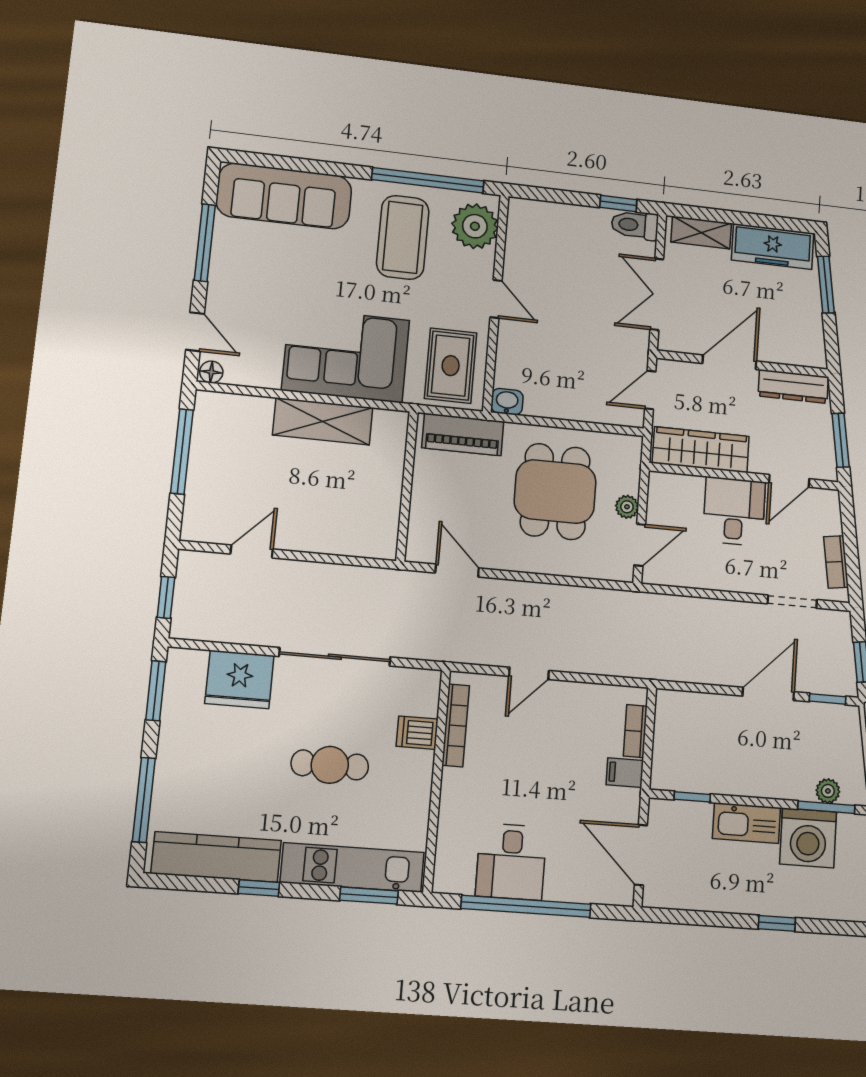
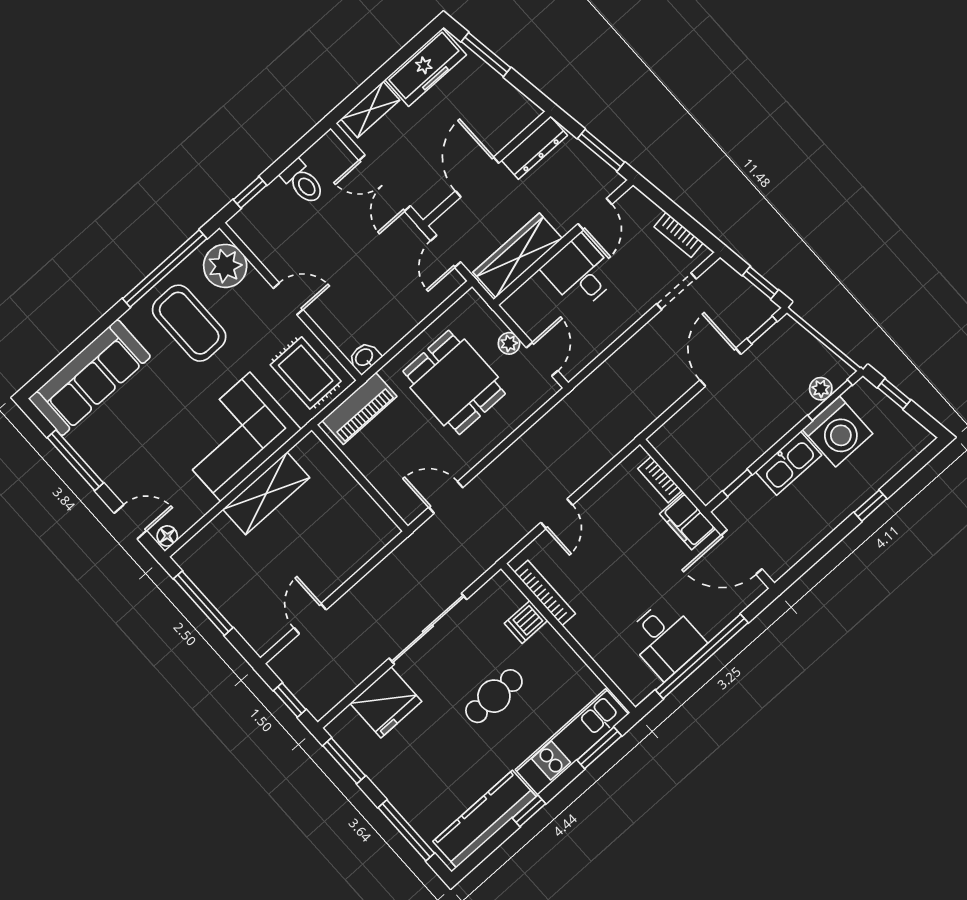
window: (618, 203) -> (250, 192), moved
toilet: (635, 225) -> (303, 182), moved, turned -90
filing cabinet: (625, 773) -> (688, 521), width x2.00

